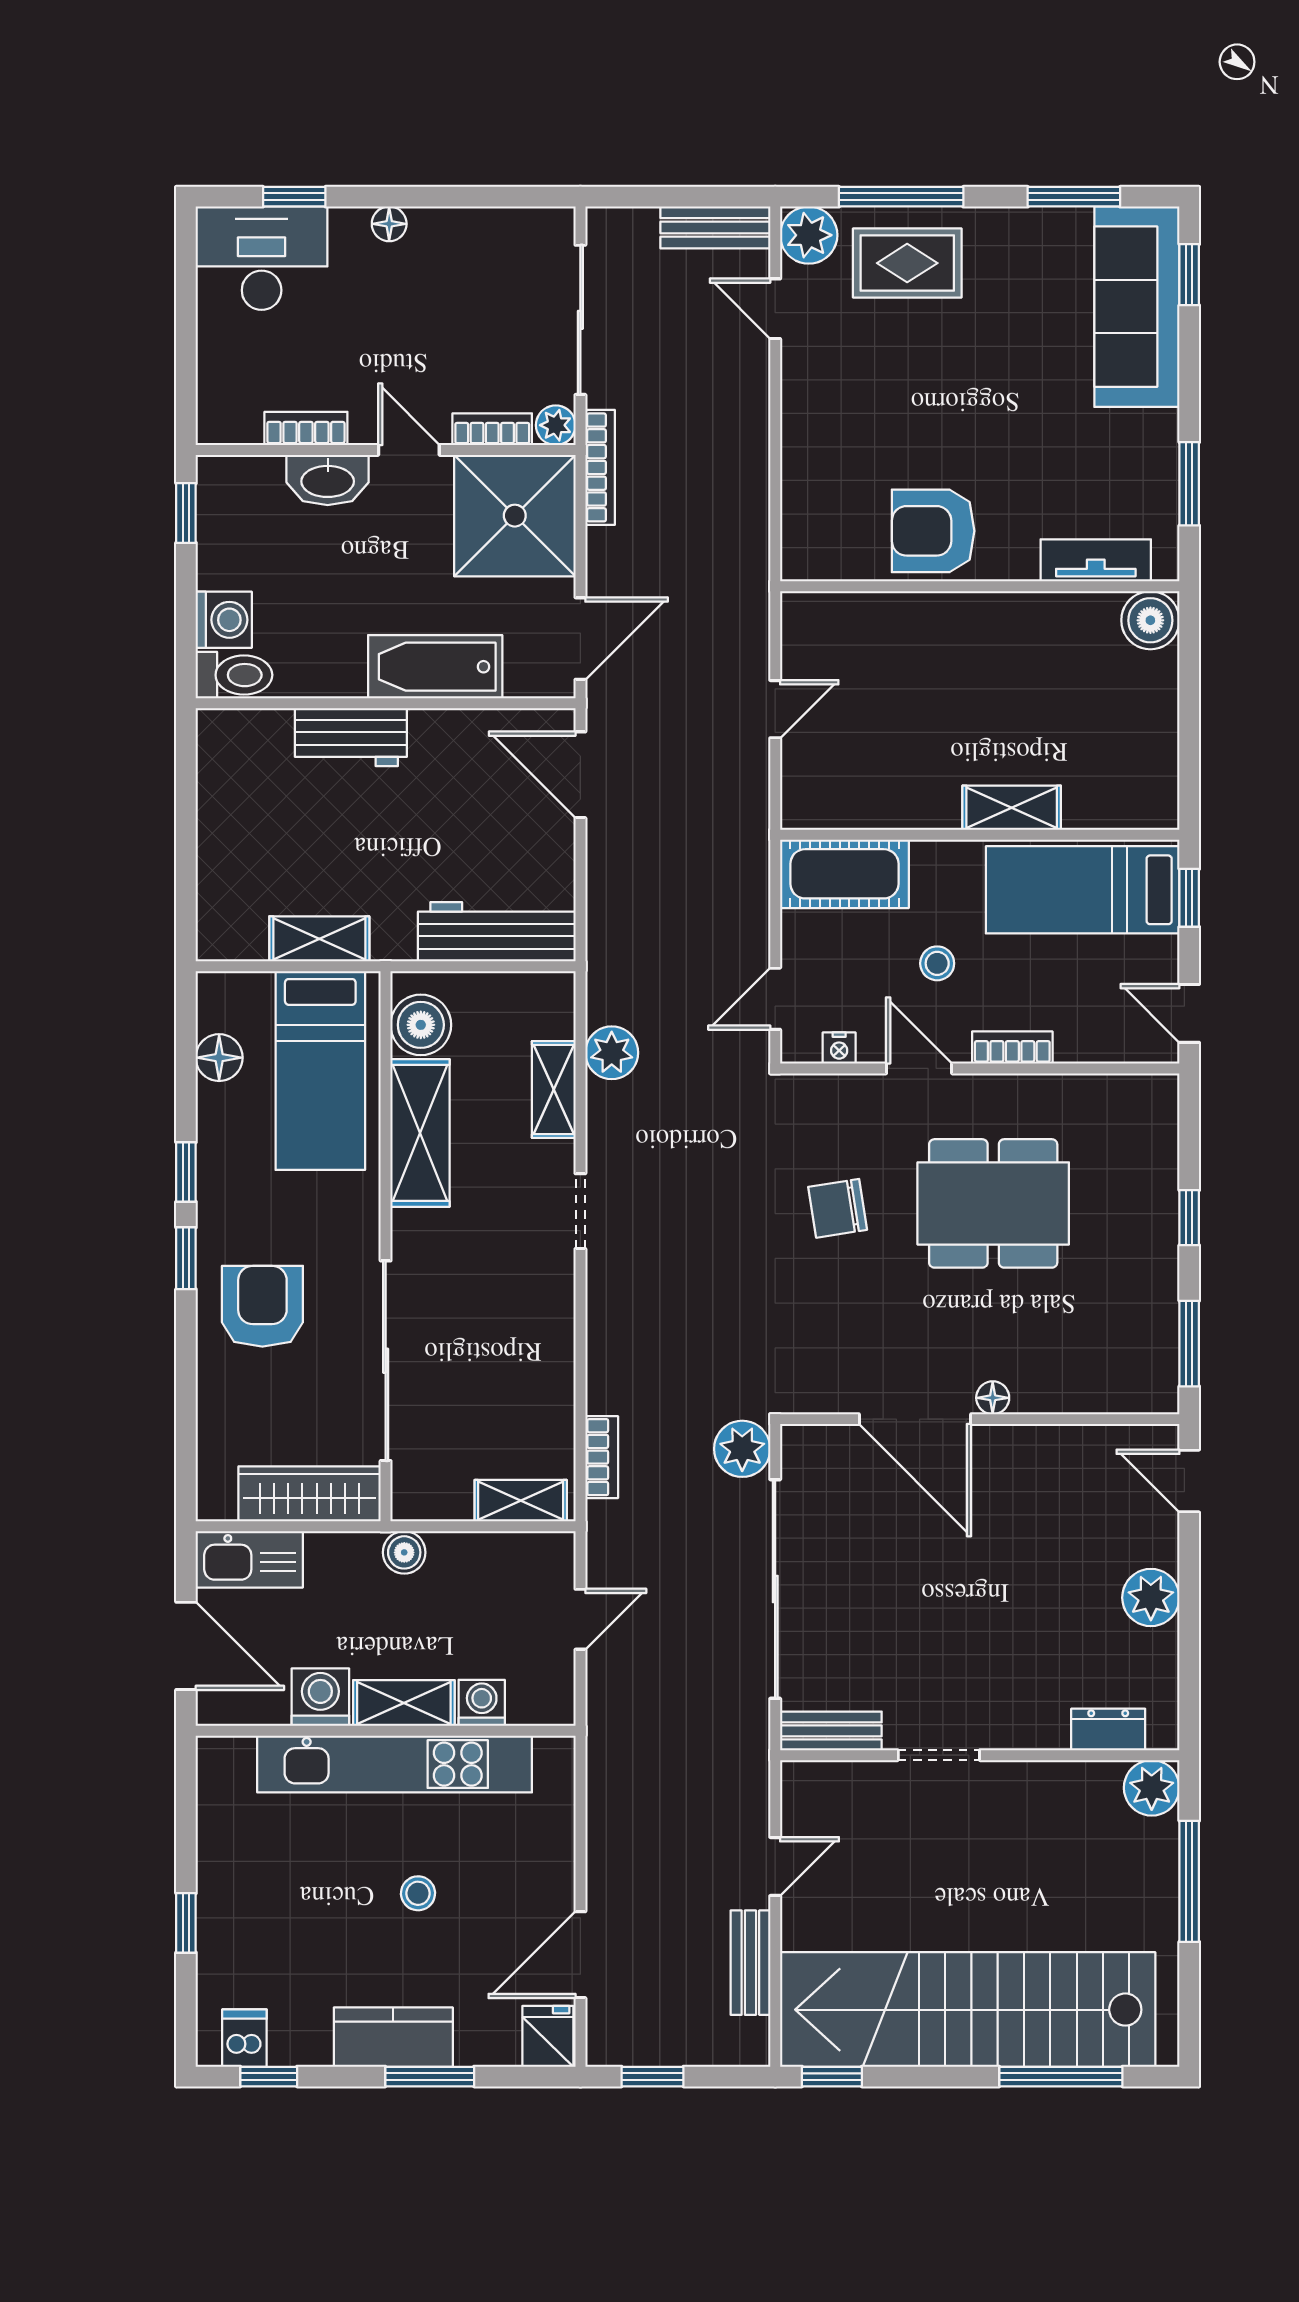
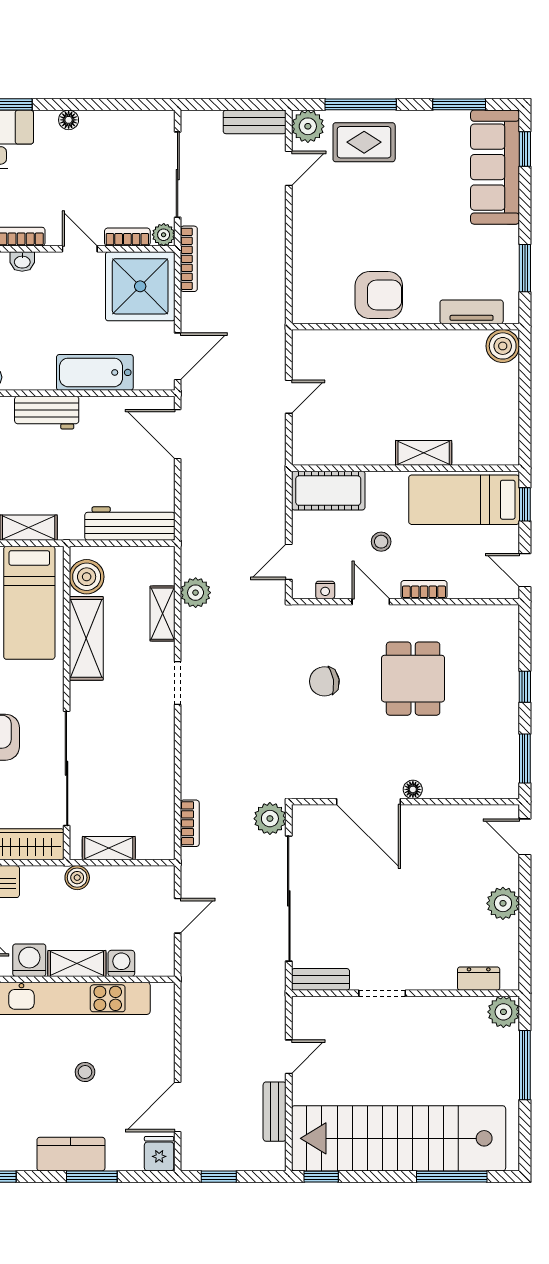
door: (775, 309) -> (289, 168), swing flipped
washbasin: (328, 480) -> (22, 262), width x0.52, depth x0.69
armchair: (933, 531) -> (379, 295), turned 180
dining table: (993, 1203) -> (413, 679), width x0.73
shelving: (521, 1501) -> (109, 848), moved

